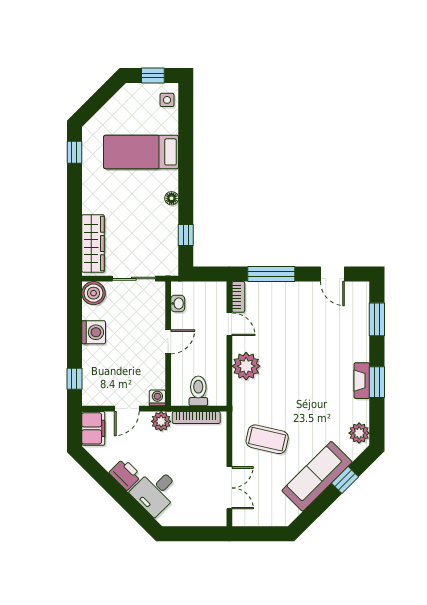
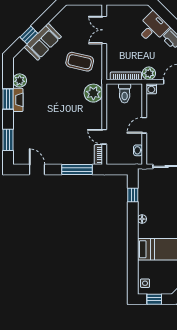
plant: (246, 366) -> (93, 93), moved
plant: (359, 433) -> (20, 80), moved
sofa: (317, 476) -> (43, 42), width x0.73

